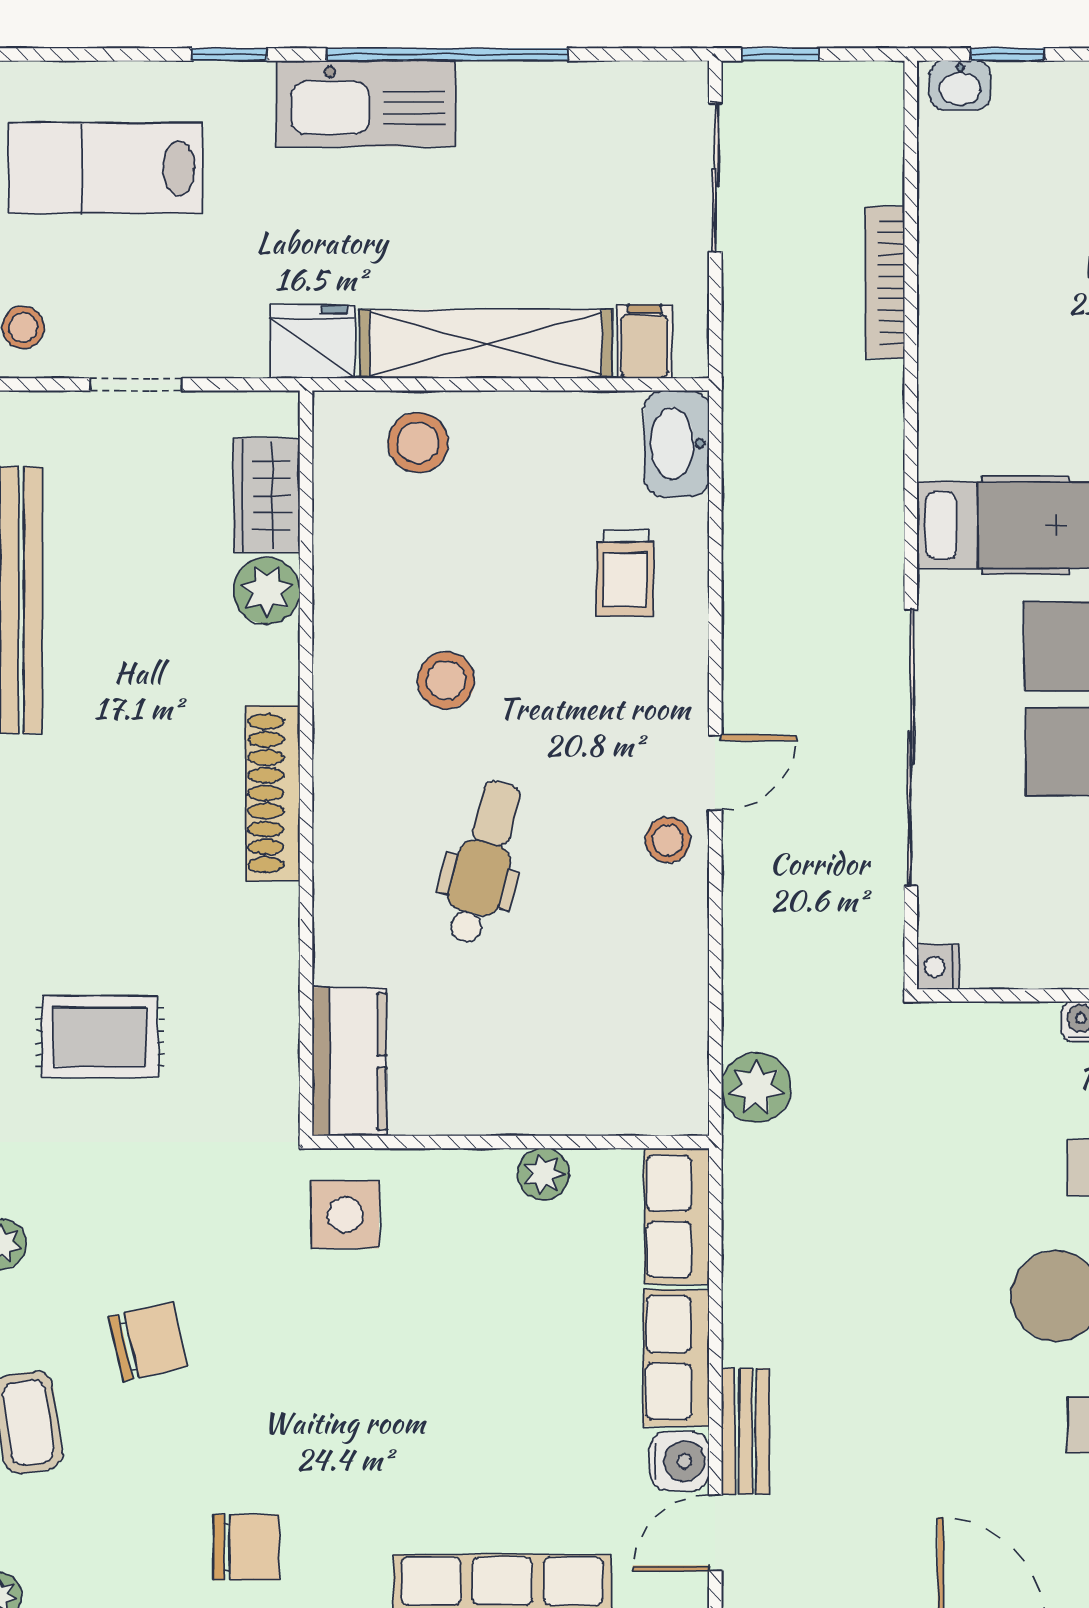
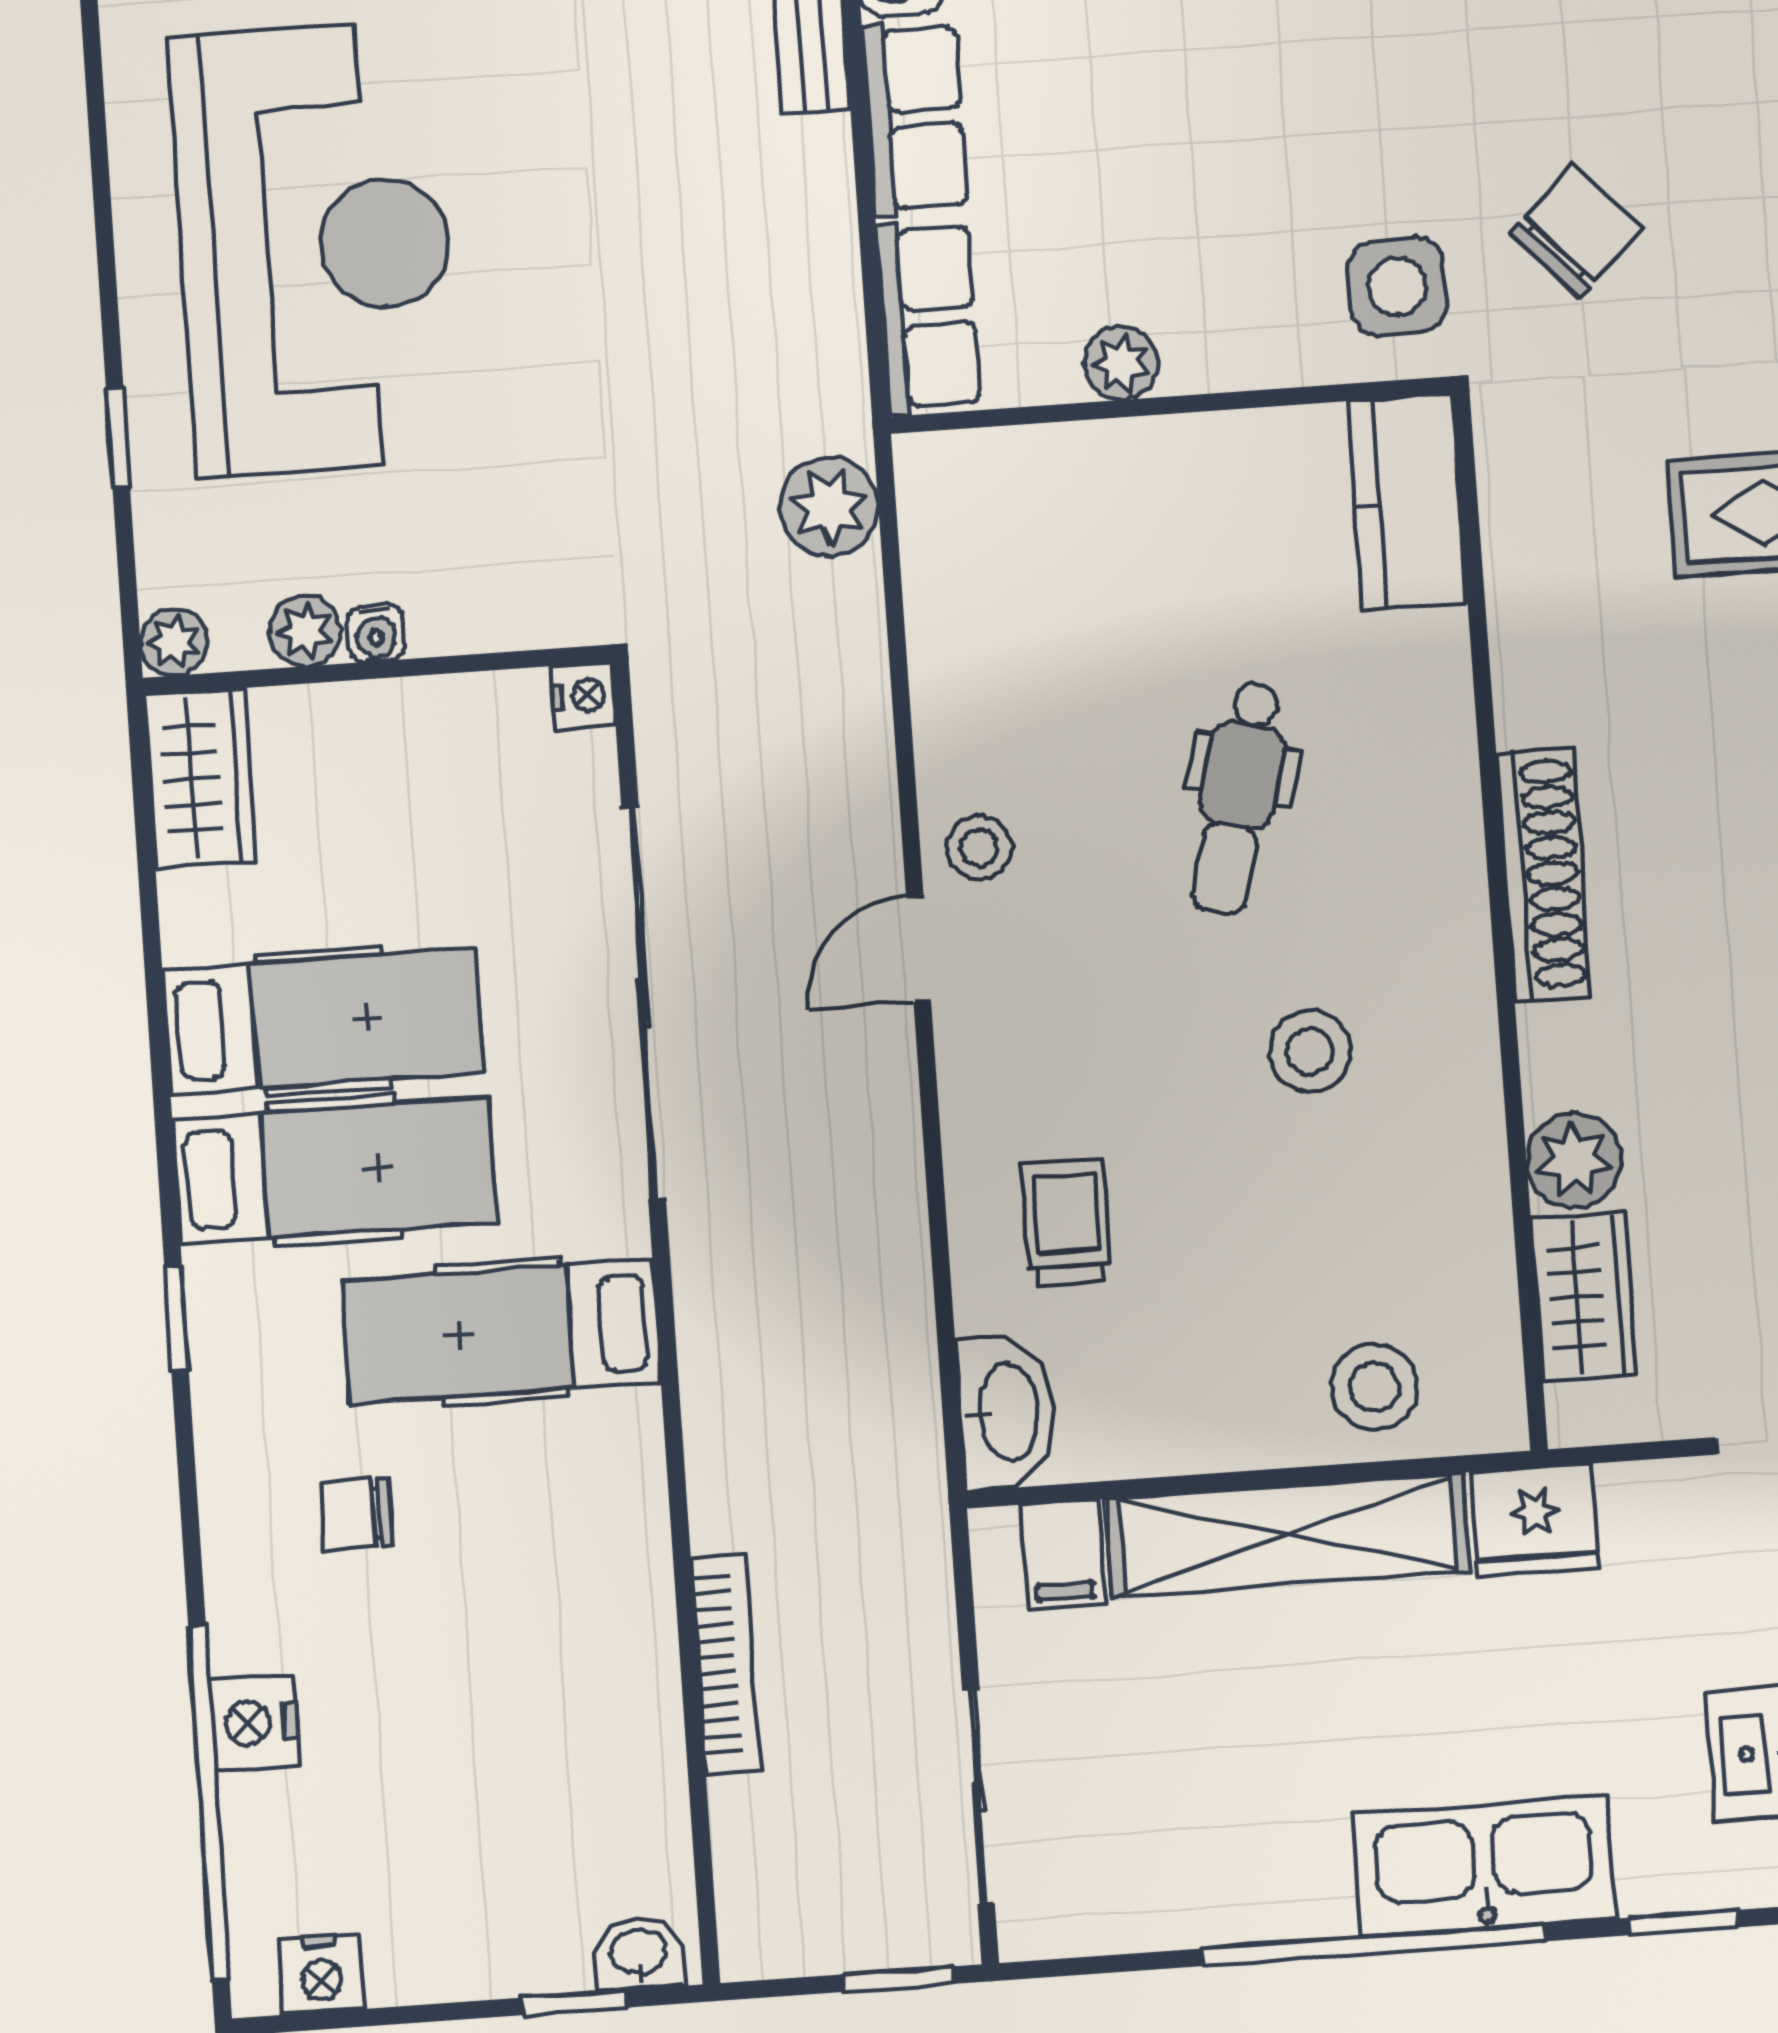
chair: (148, 1342) -> (1576, 231), moved, turned 150

